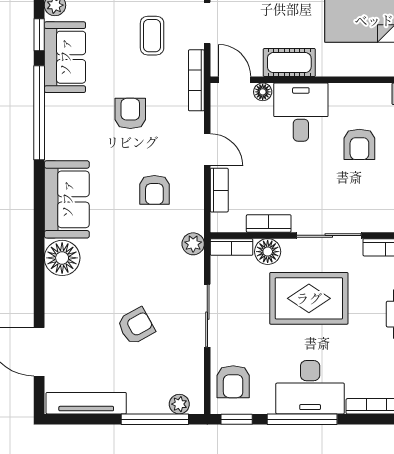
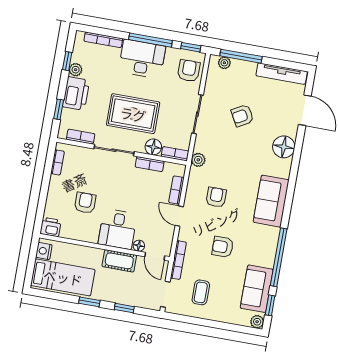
armchair: (130, 113) -> (223, 247), turned 90
floor lamp: (62, 258) -> (284, 147), moved

